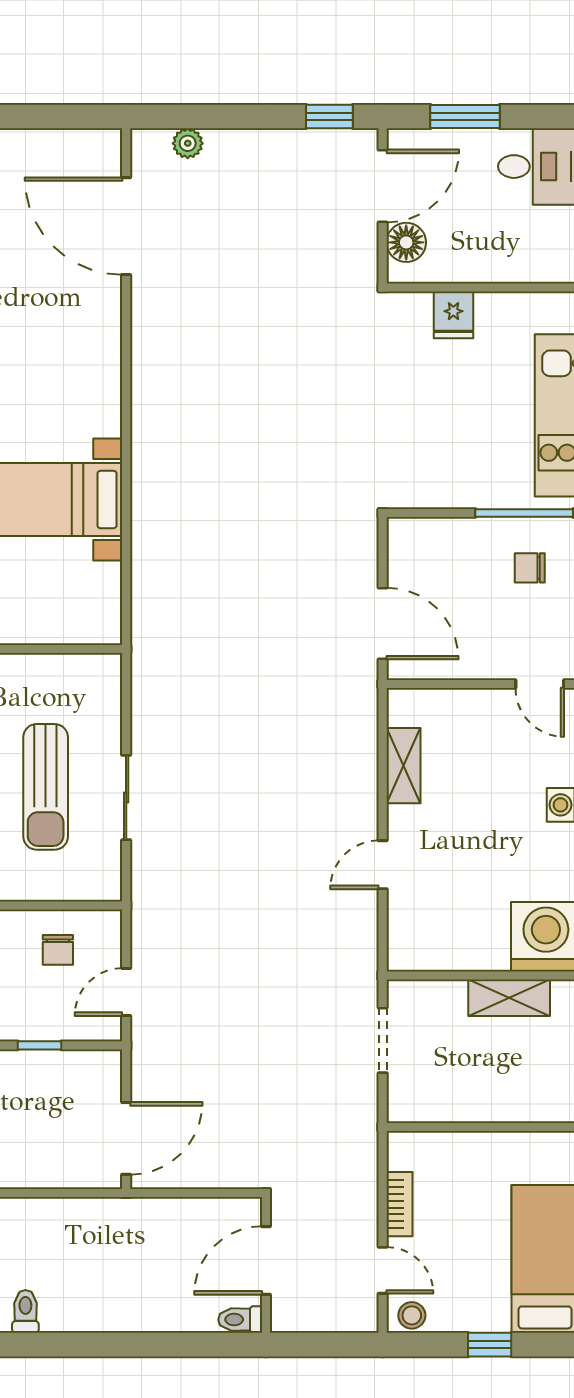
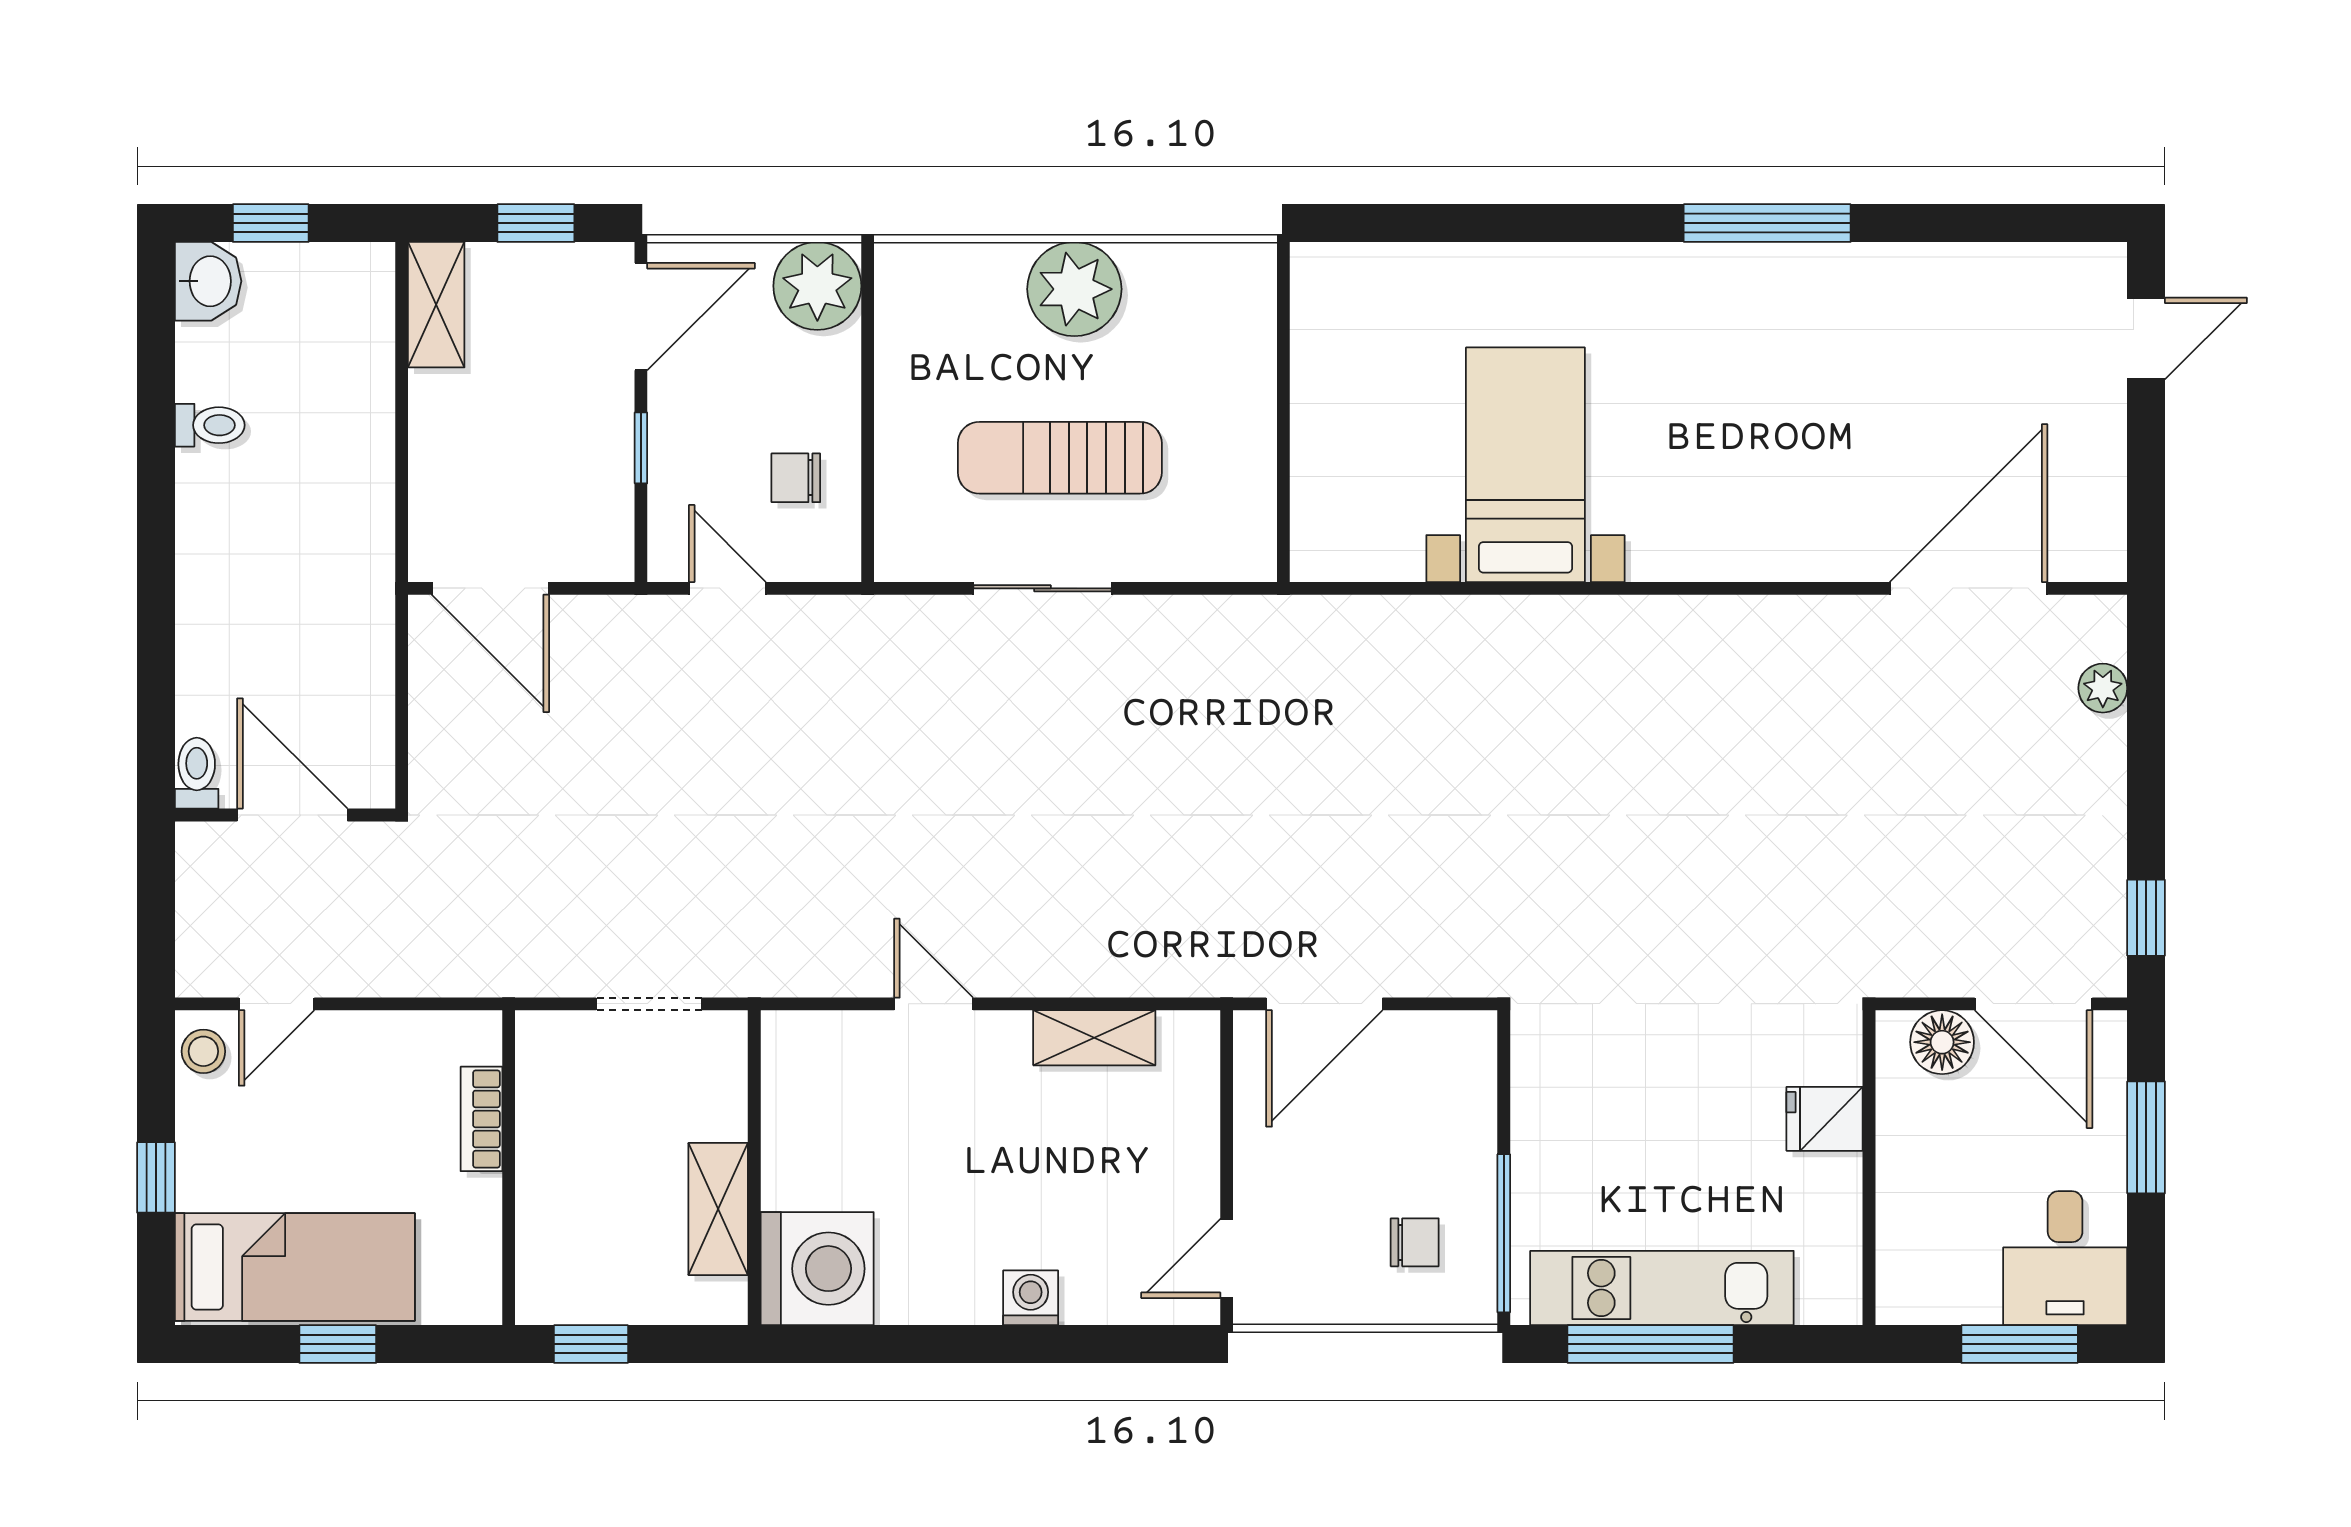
chair: (530, 568) -> (1415, 1242), turned 90
bookcase: (399, 1204) -> (481, 1119), moved, turned 90

